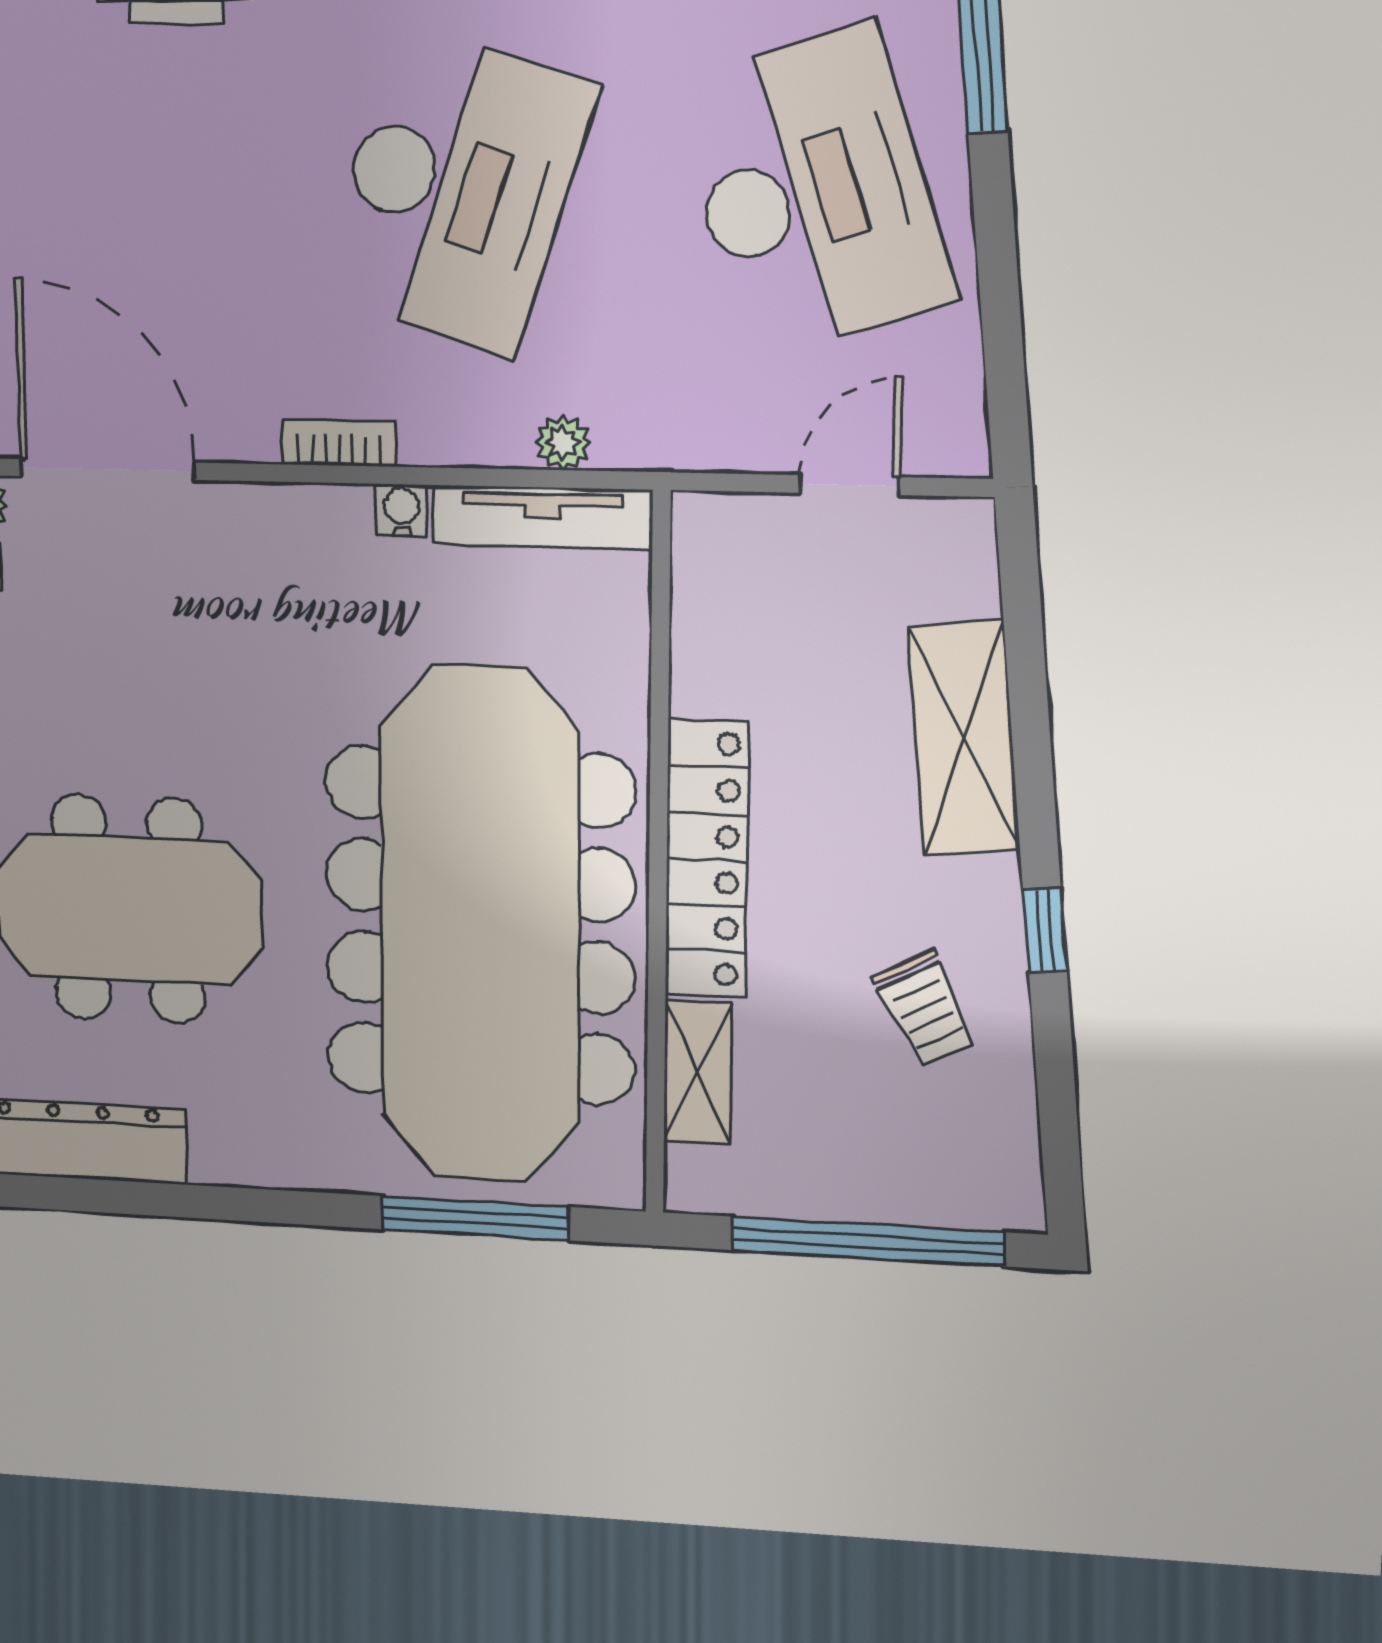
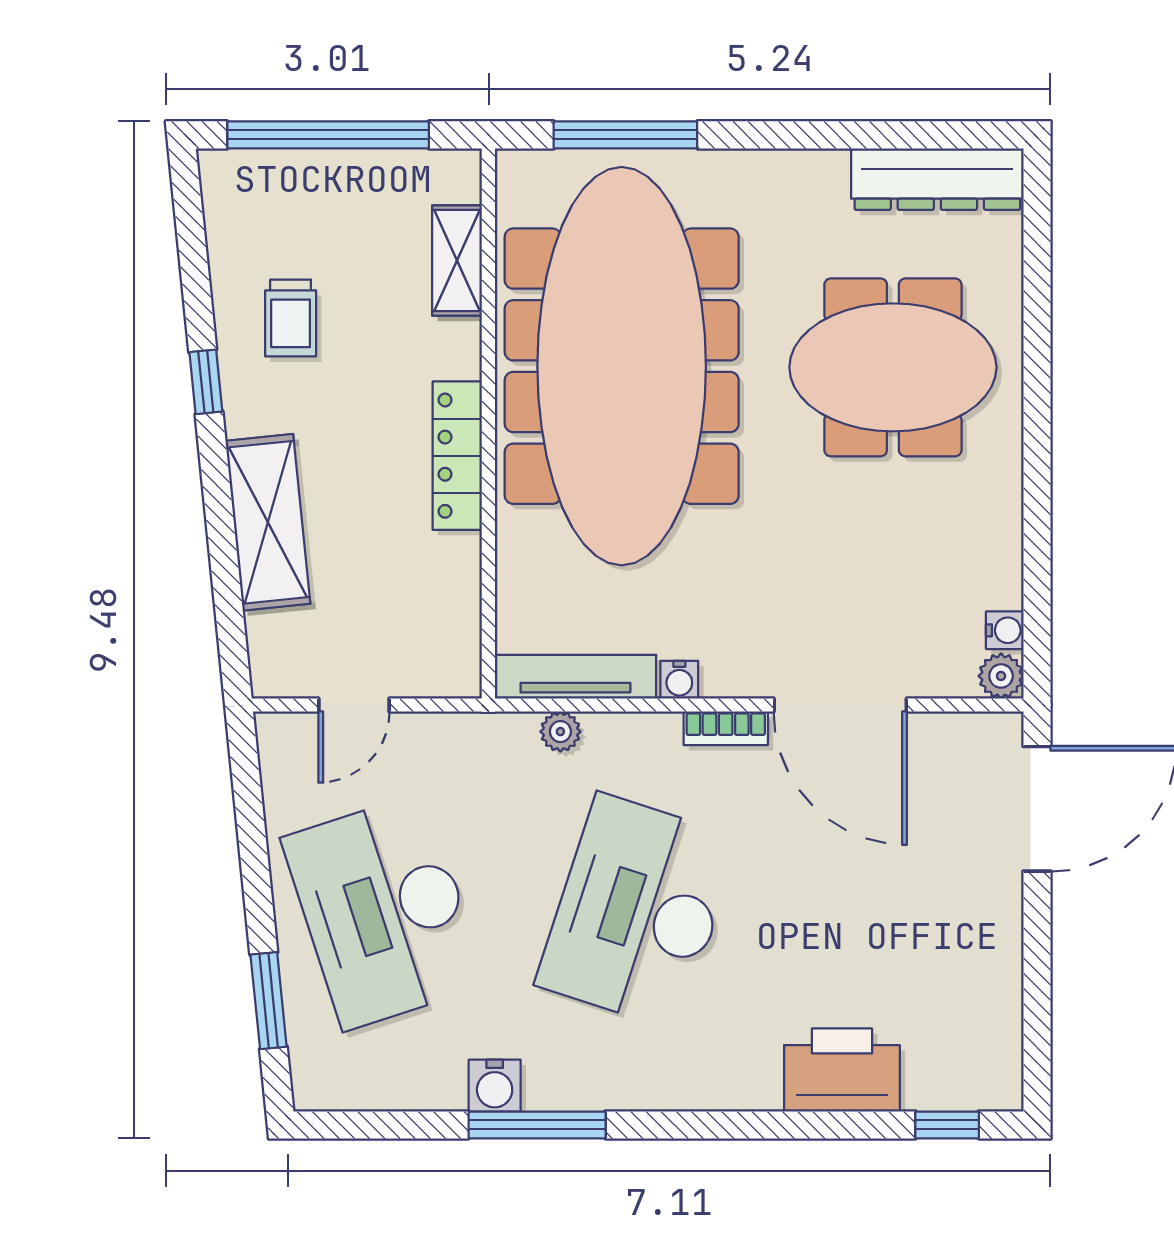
door: (108, 469) -> (840, 705), moved
locker: (707, 859) -> (457, 456), width x0.71, depth x0.83
trolley: (925, 1009) -> (291, 318), turned -153

